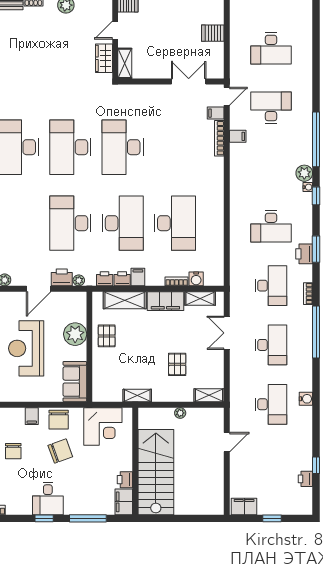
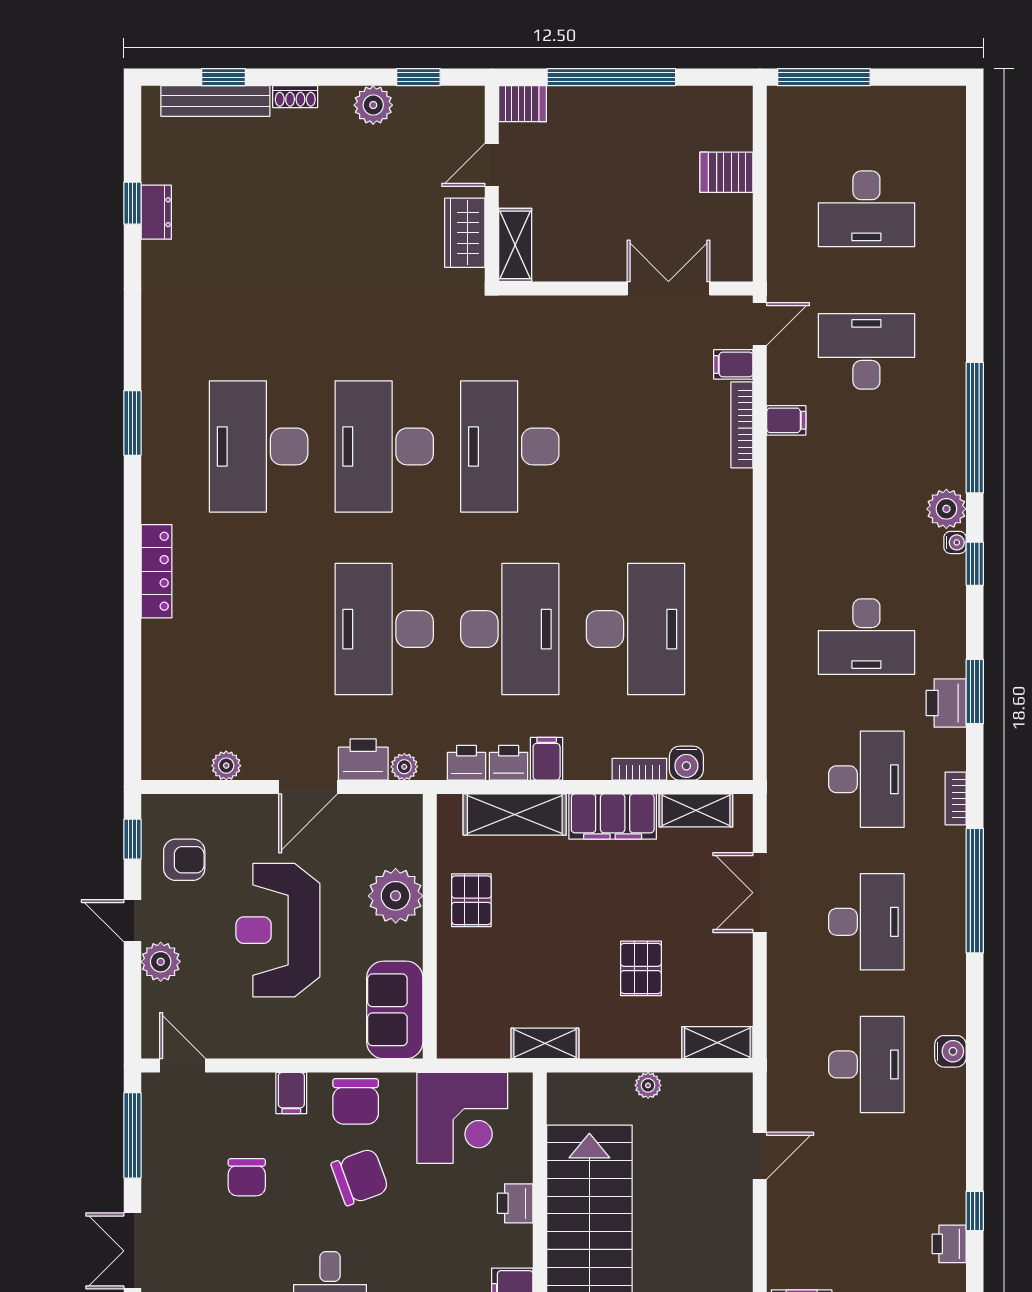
printer: (125, 480) -> (515, 1203), moved

